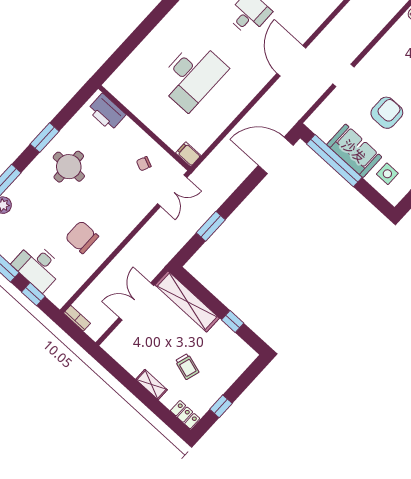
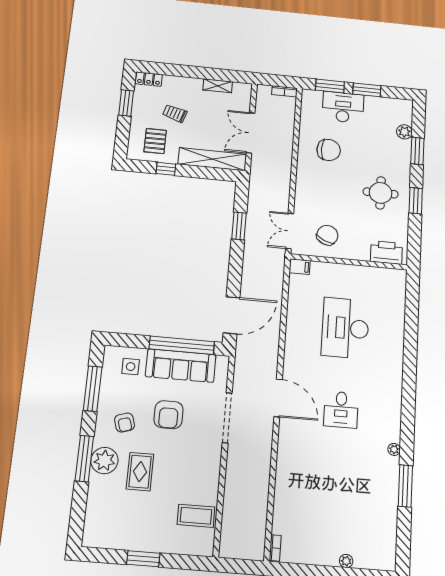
doorway: (343, 75) -> (227, 418), width x1.87
sofa: (354, 151) -> (181, 366), width x1.36
chair: (144, 164) -> (327, 235), width x1.87, depth x1.87
window: (33, 294) -> (330, 86), width x1.50
double door: (136, 301) -> (251, 133), swing flipped
pallet: (223, 353) -> (155, 141), added
shelving: (152, 385) -> (218, 86), moved
window: (221, 406) -> (126, 103), width x1.50

